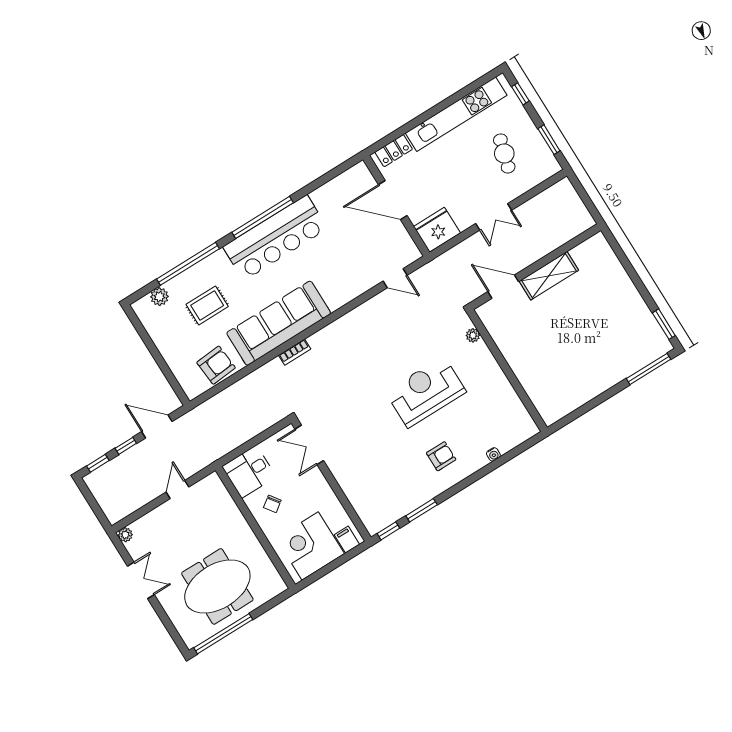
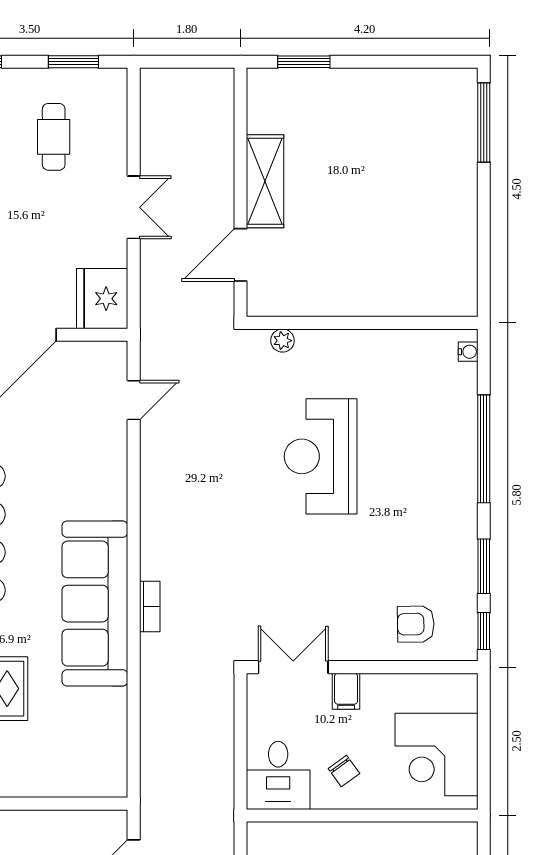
cafe table: (504, 153) -> (54, 137), turned 74
window: (664, 324) -> (304, 62), moved
armchair: (216, 365) -> (99, 729), removed
double door: (309, 445) -> (293, 667), swing flipped
water cooler: (493, 454) -> (468, 352), moved
armchair: (441, 456) -> (416, 624), moved, turned -91
window: (482, 473) -> (484, 449), added
filing cabinet: (347, 540) -> (346, 691), moved, turned -90

